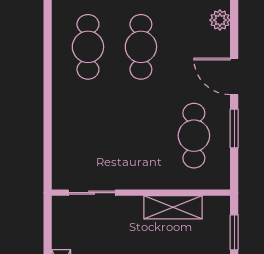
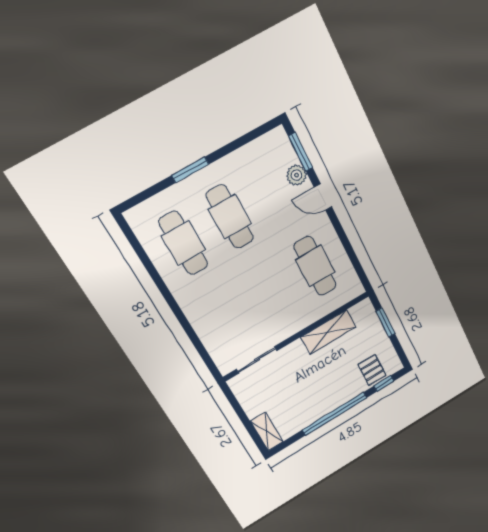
plant: (220, 20) -> (296, 175), moved
door: (234, 76) -> (323, 197), width x0.73
window: (234, 128) -> (301, 152), moved

